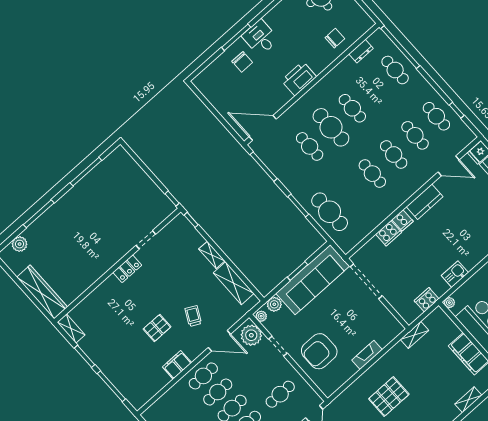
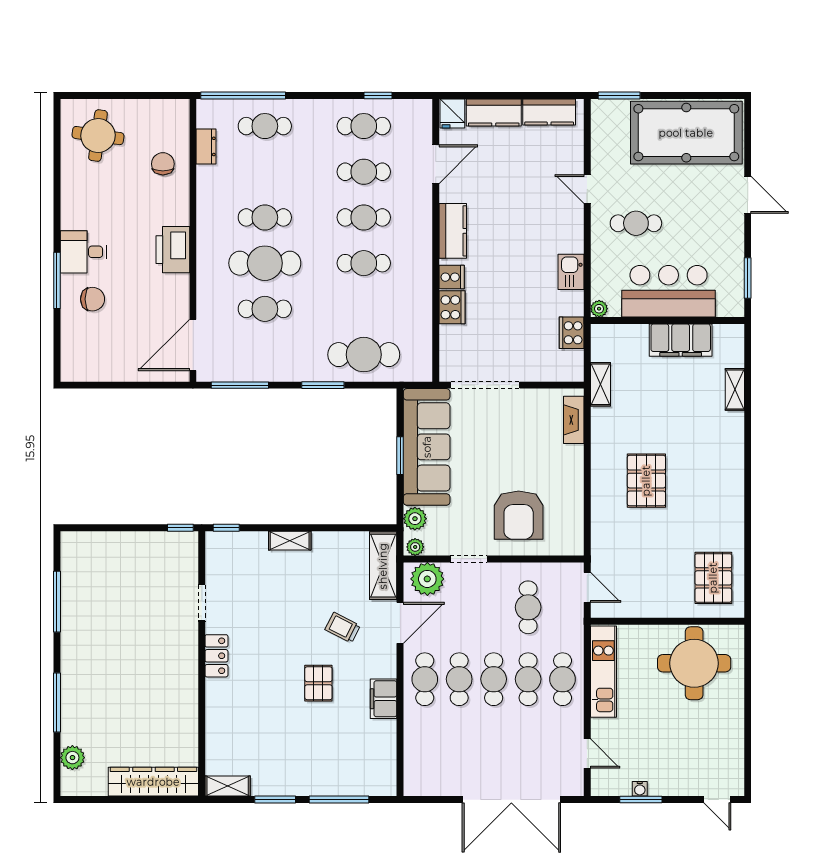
shelving: (234, 283) -> (383, 566), moved, turned 90
fireplace: (367, 355) -> (574, 420), moved

